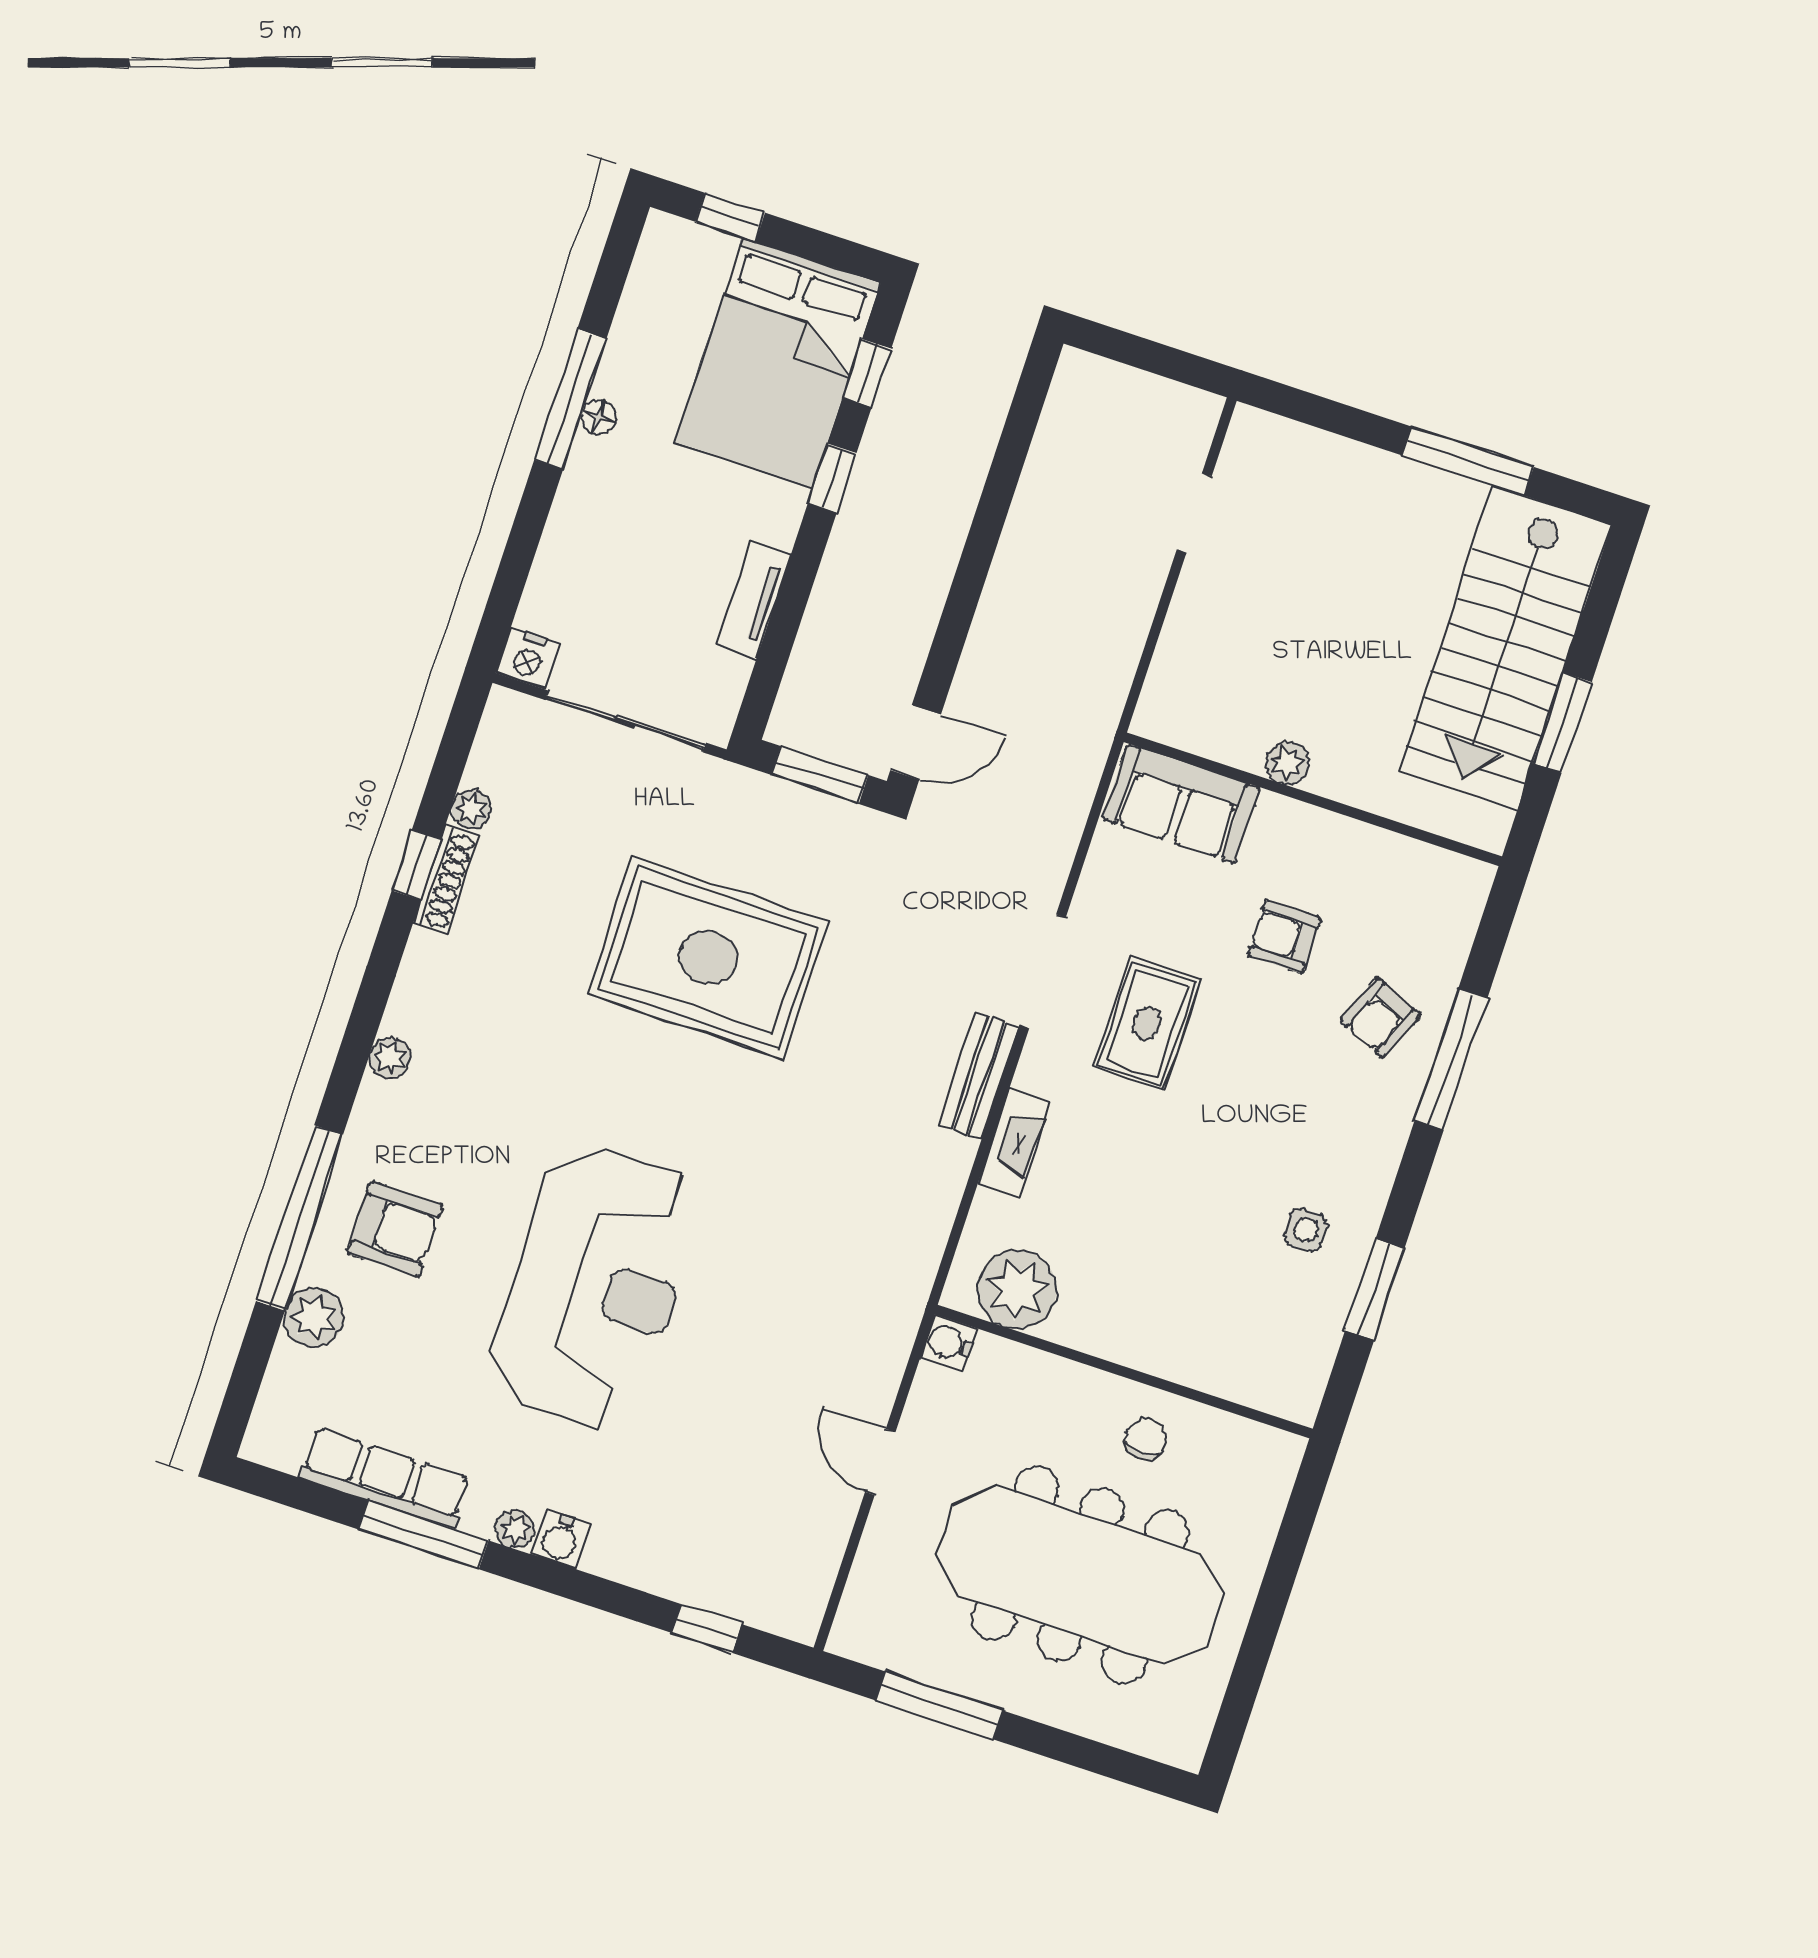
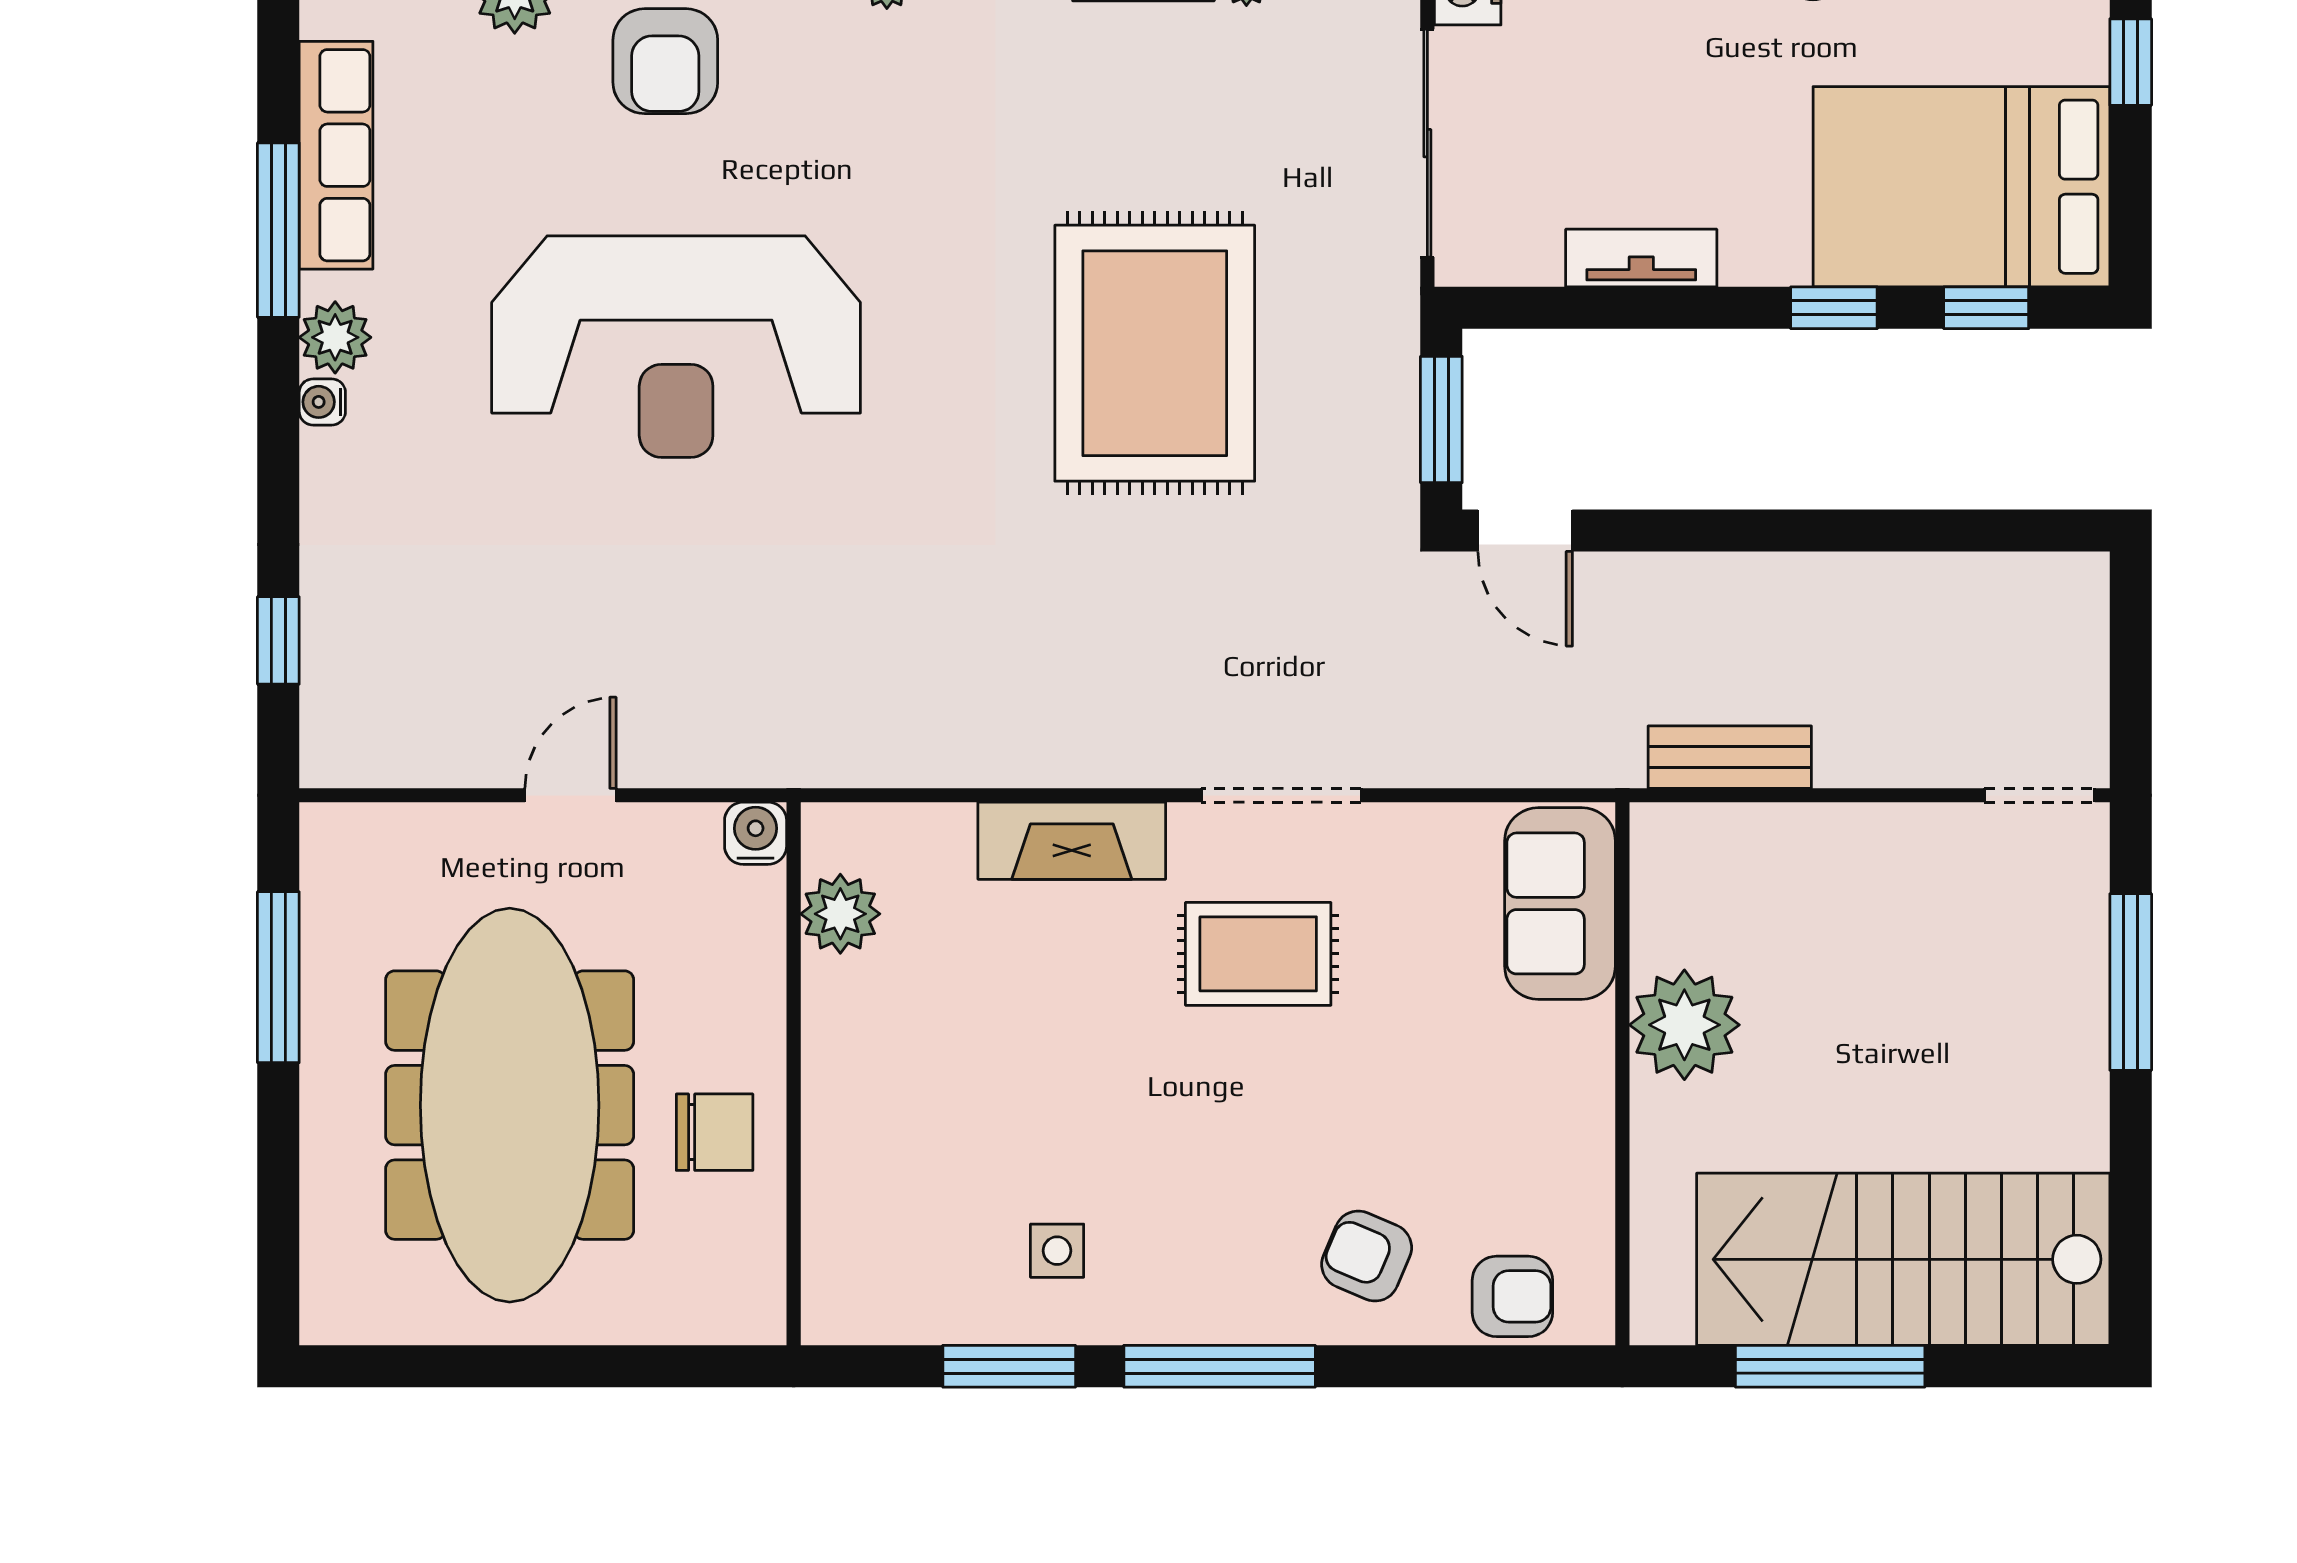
window: (1468, 461) -> (2131, 982), moved
doorway: (1194, 513) -> (2039, 795), moved
window: (1562, 723) -> (1830, 1366), width x1.44
plant: (1287, 763) -> (1684, 1025), width x1.87, depth x1.87
armchair: (1284, 937) -> (1512, 1296), moved, turned 90
window: (1451, 1059) -> (1220, 1366), moved
bench: (979, 1076) -> (1730, 757), moved
fireplace: (1014, 1142) -> (1072, 841), width x1.37, depth x1.32
plant: (1017, 1290) -> (840, 914), width x0.73, depth x0.73
chair: (1146, 1440) -> (715, 1132), width x1.37, depth x1.37
plant: (515, 1529) -> (335, 337), width x1.38, depth x1.38
water cooler: (560, 1540) -> (322, 402), width x0.72, depth x0.72

